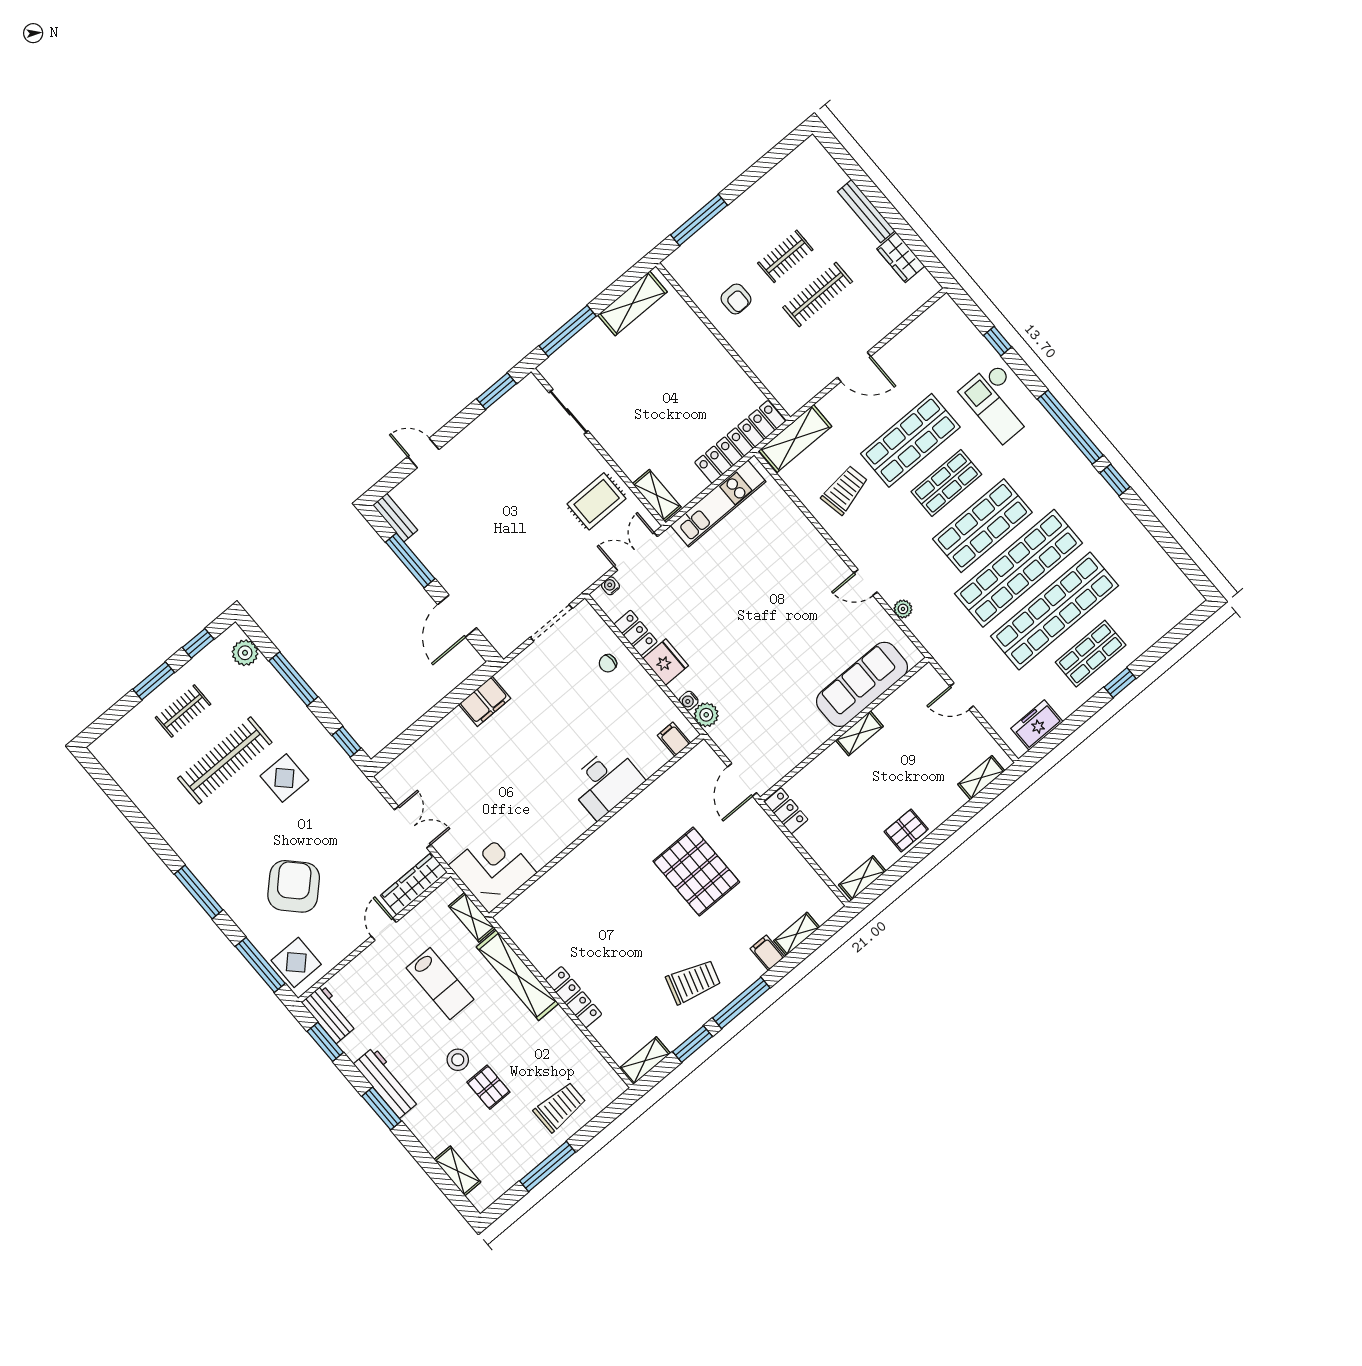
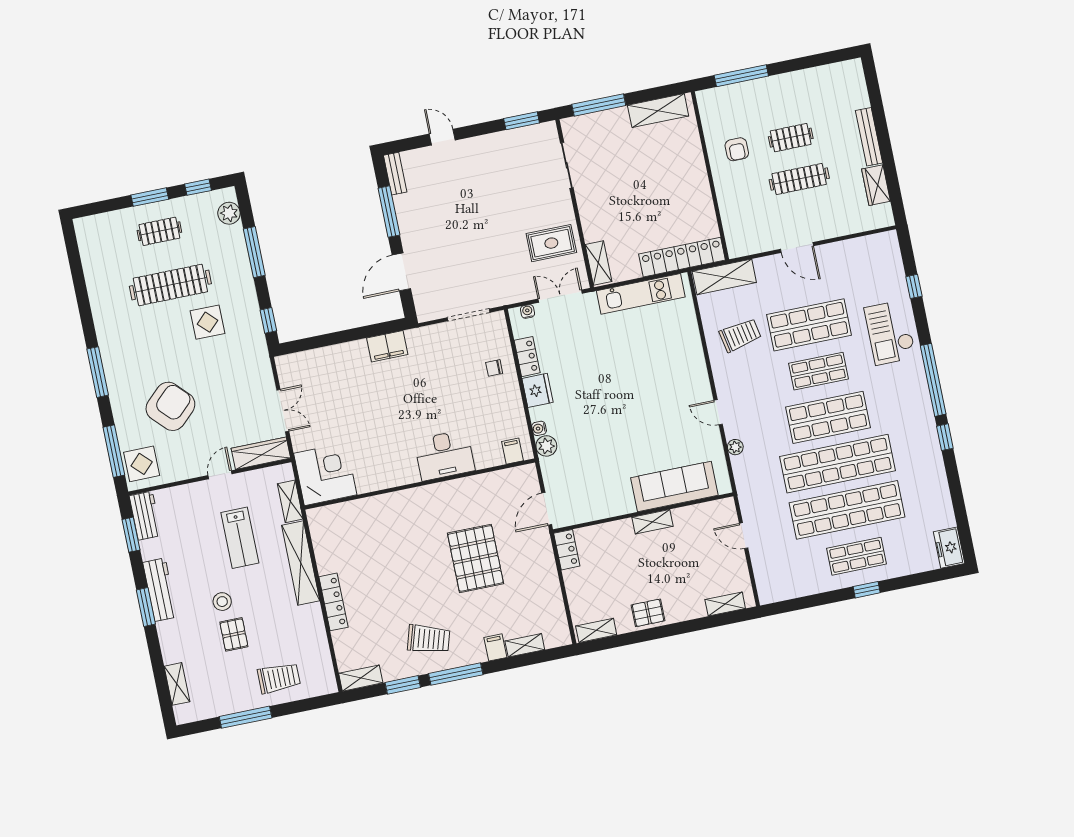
freezer: (1037, 725) -> (949, 548), moved, turned -90

